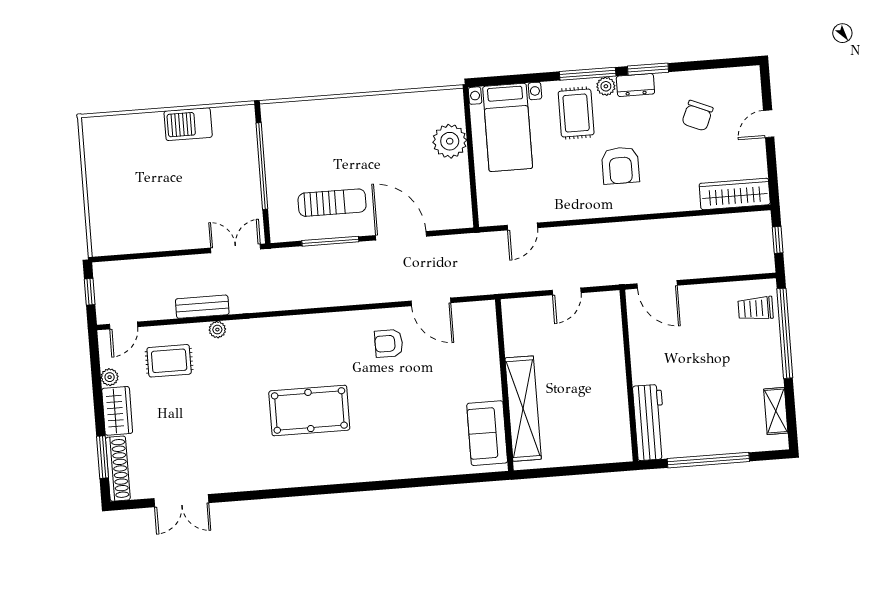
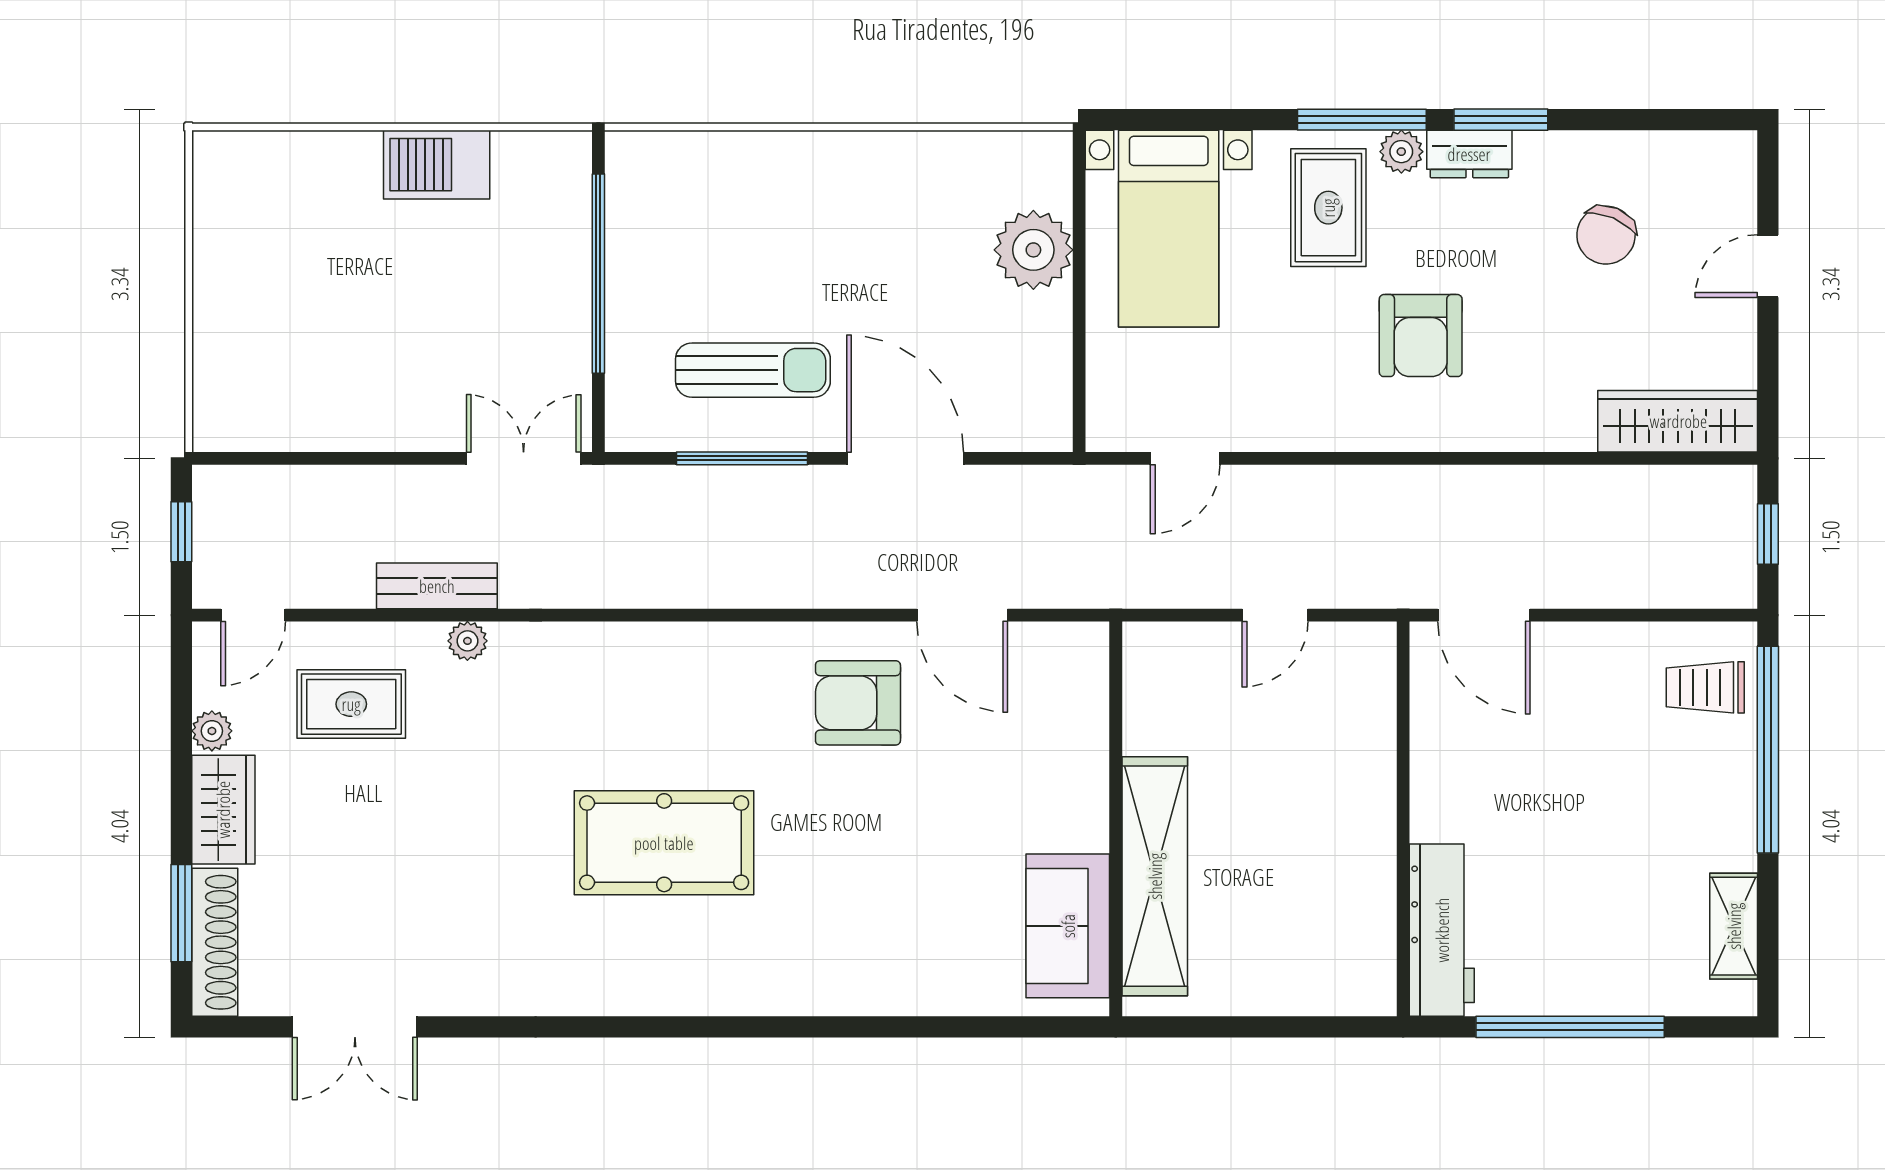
armchair: (389, 343) -> (858, 703), width x1.38, depth x1.38

